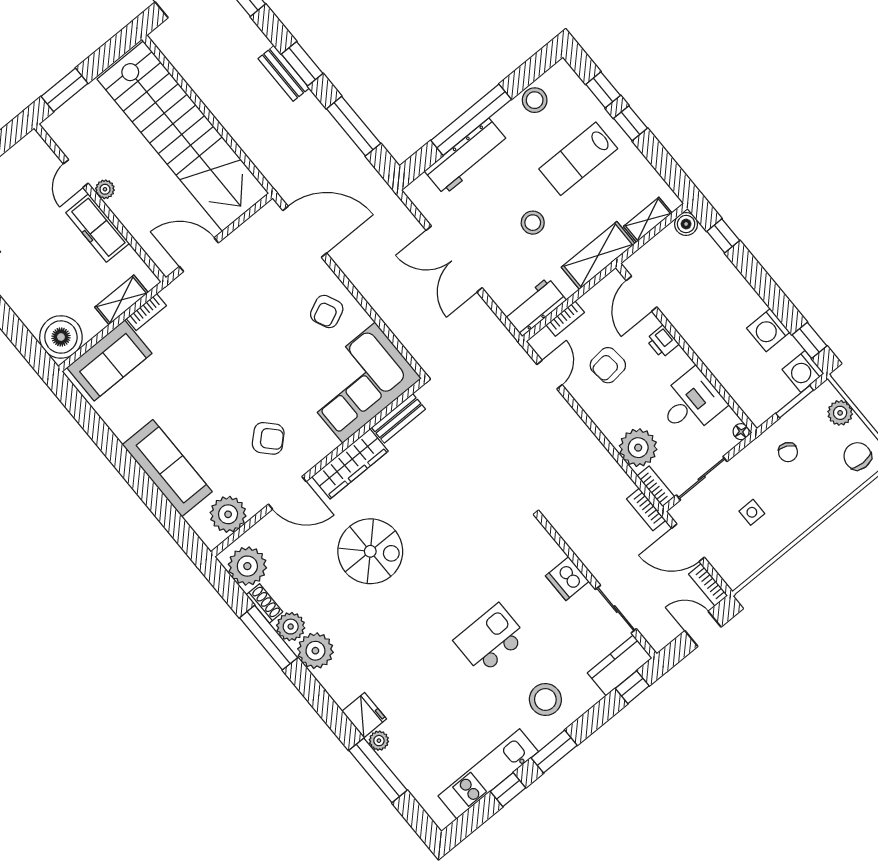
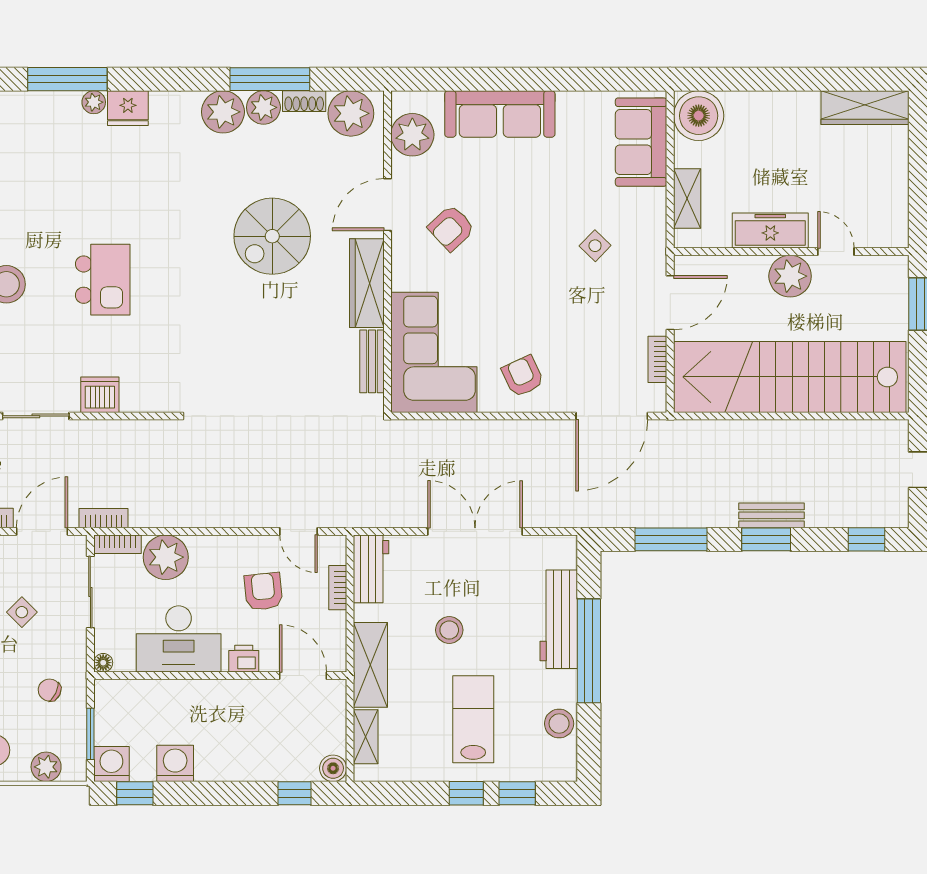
plant: (105, 189) -> (790, 276), width x1.88, depth x1.88
bookcase: (146, 312) -> (657, 359), moved
side table: (202, 335) -> (595, 246), added
desk: (691, 403) -> (179, 639), width x1.37
side table: (752, 512) -> (22, 612), turned 45

